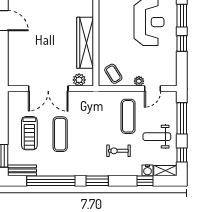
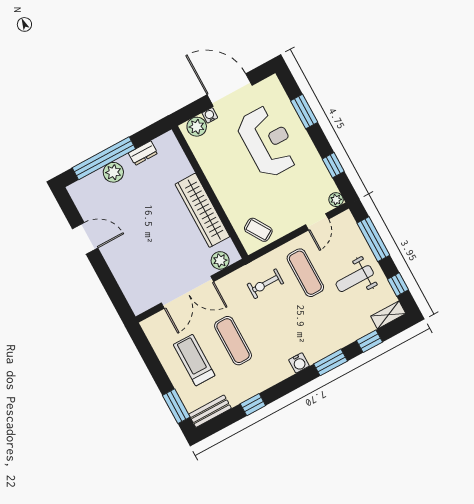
window: (182, 44) -> (333, 165), moved
plant: (139, 81) -> (336, 200), moved
treadmill: (29, 133) -> (194, 360), turned 180
exercise bike: (118, 151) -> (265, 284), moved
water cooler: (148, 170) -> (299, 363), moved
window: (51, 181) -> (253, 405), width x0.32
window: (97, 181) -> (331, 362), moved

